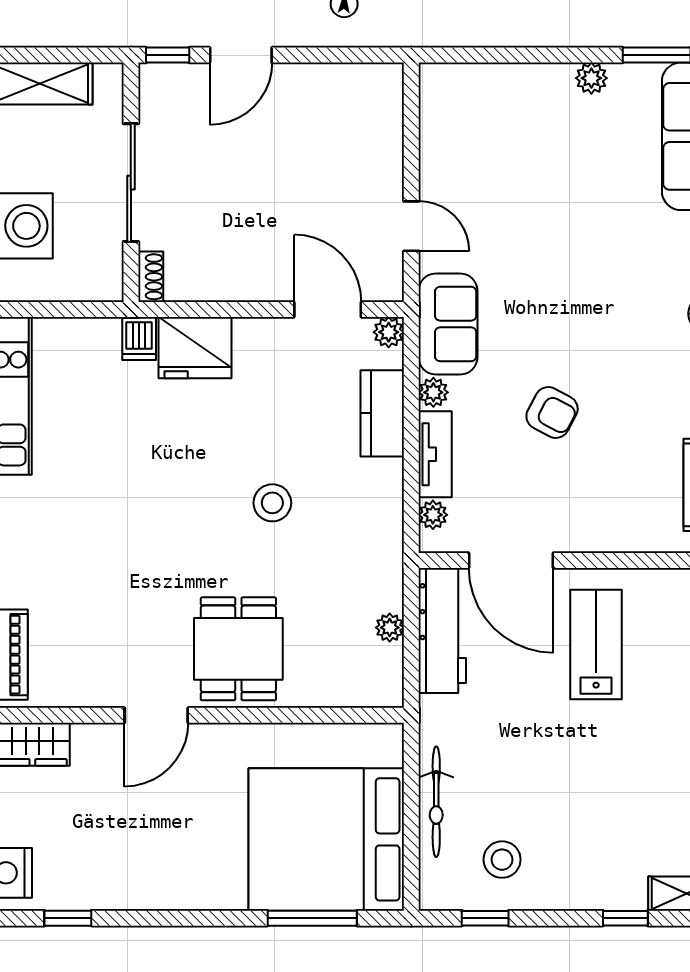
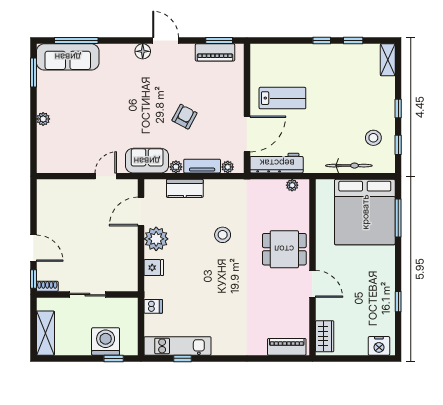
plant: (591, 78) -> (43, 119), moved
sliding door: (131, 183) -> (87, 295), width x0.73
shoe rack: (151, 277) -> (47, 286), moved
plant: (389, 332) -> (156, 239), moved, width x1.88, depth x1.88
dishwasher: (139, 339) -> (153, 306), moved
fridge: (195, 348) -> (154, 268), width x0.53, depth x0.75
plant: (390, 628) -> (292, 185), moved
lab bench: (596, 644) -> (282, 98), turned 180
window: (68, 918) -> (398, 302), moved
window: (625, 918) -> (398, 109), moved

